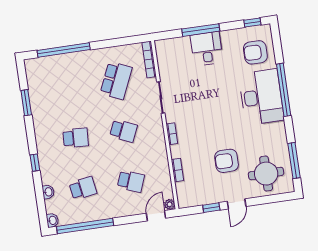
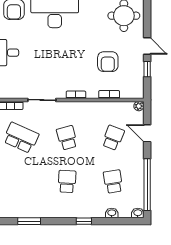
school desk: (123, 131) -> (67, 138), turned -39
armchair: (227, 161) -> (108, 62), moved
door: (156, 216) -> (147, 133), moved

